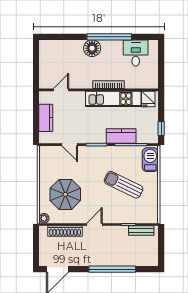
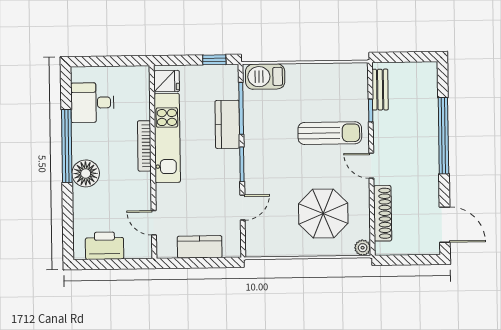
printer: (47, 59) -> (105, 246), added
sun lounger: (124, 185) -> (330, 133), moved, turned -116

